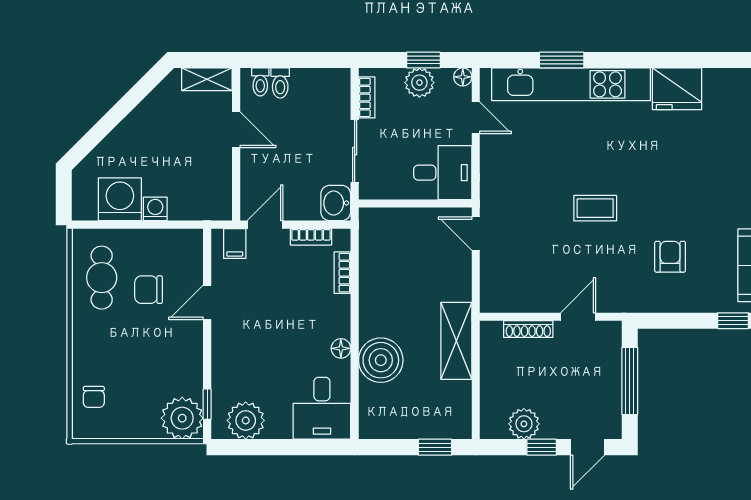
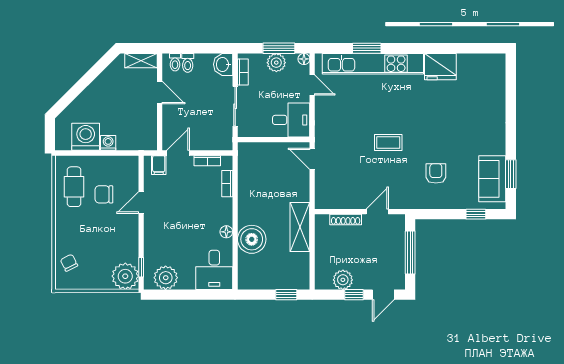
window: (423, 60) -> (279, 48), width x1.50
washbasin: (336, 203) -> (223, 64), moved
chair: (94, 397) -> (69, 263), turned 153

